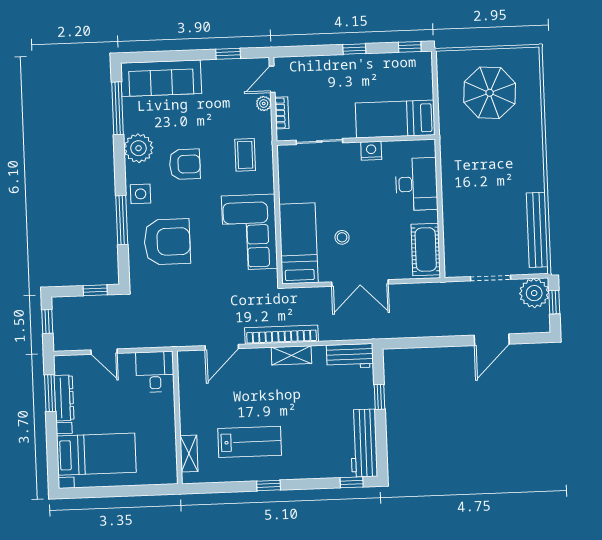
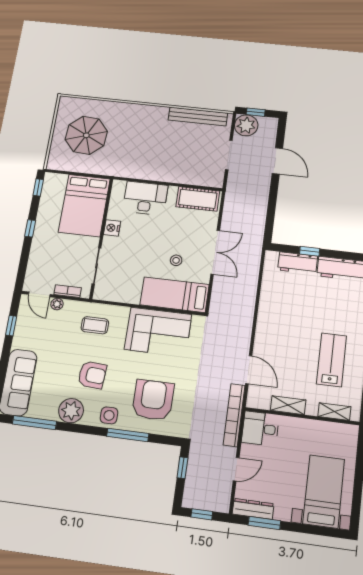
bed: (395, 119) -> (84, 206), width x1.50
armchair: (185, 164) -> (92, 375), turned 94
bookcase: (281, 335) -> (234, 415), moved
shelving: (291, 355) -> (288, 405), moved, turned 90
workbench: (350, 356) -> (298, 263), moved, turned 90
dresser: (64, 398) -> (253, 509), moved

